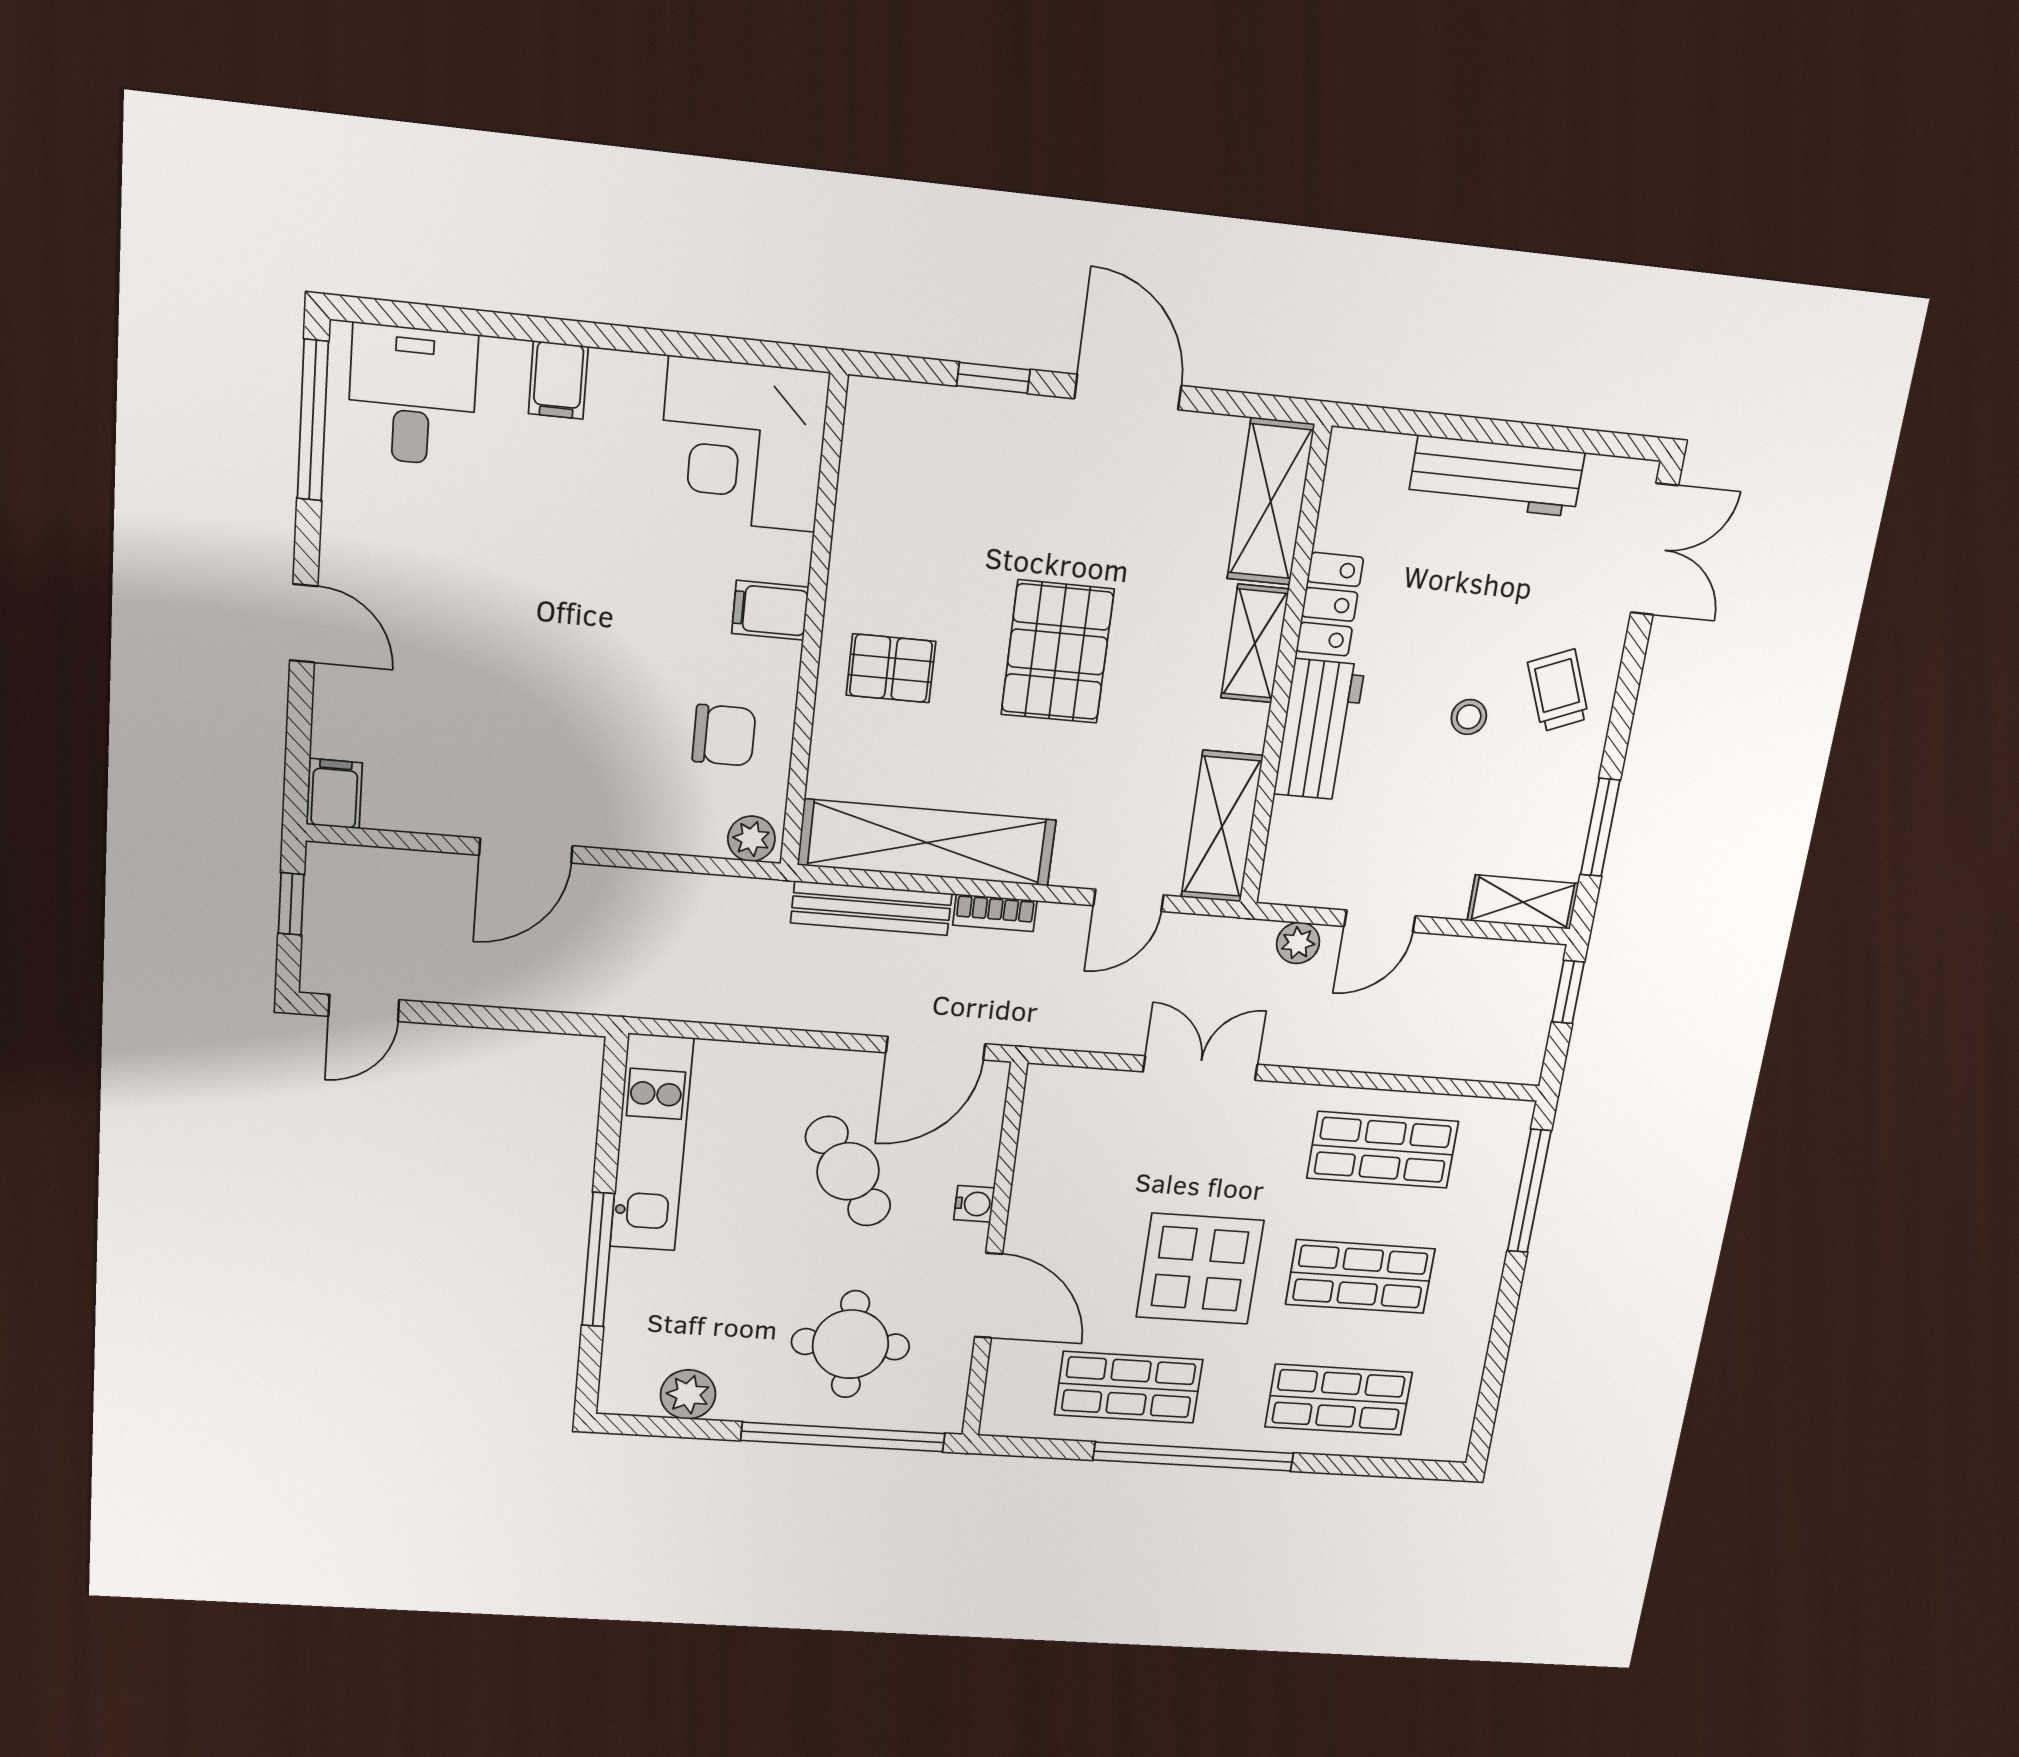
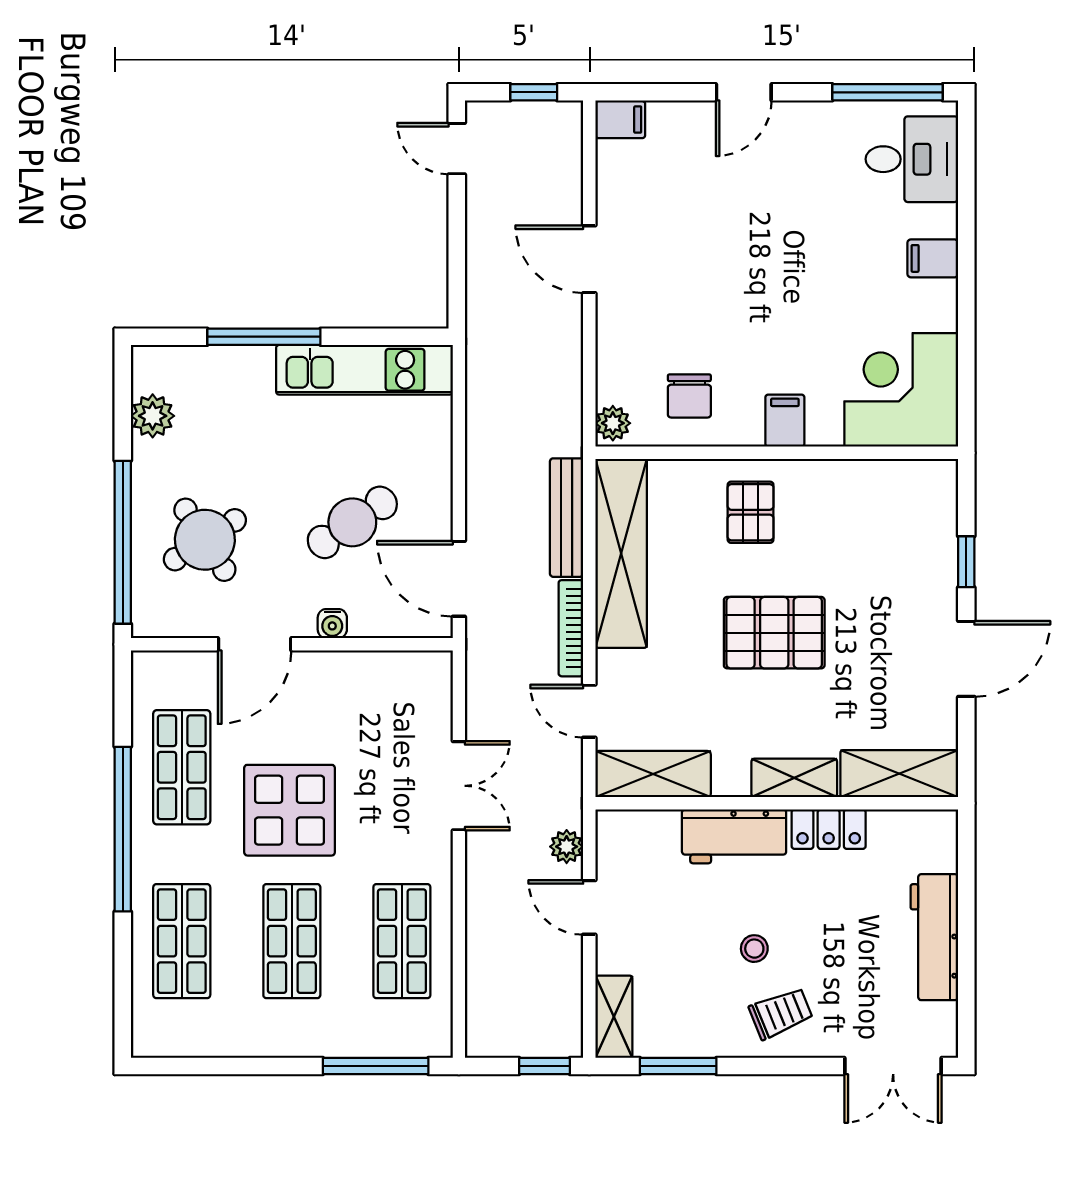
bookcase: (995, 913) -> (571, 628), width x1.56
round table: (850, 1344) -> (205, 540), turned -33

